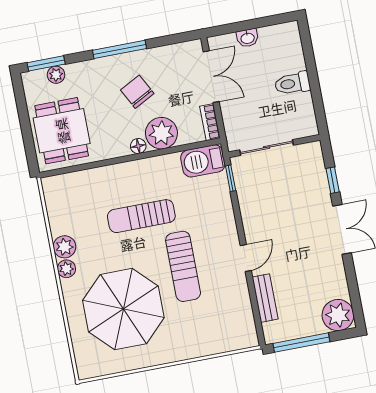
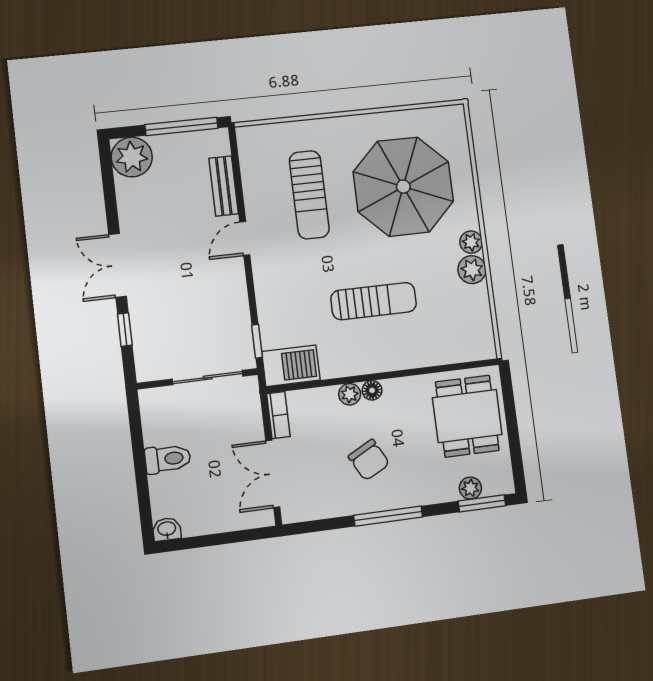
washbasin: (247, 38) -> (167, 529), moved
plant: (161, 133) -> (350, 394), width x0.53, depth x0.53
sun lounger: (183, 266) -> (309, 195), moved, turned 180

